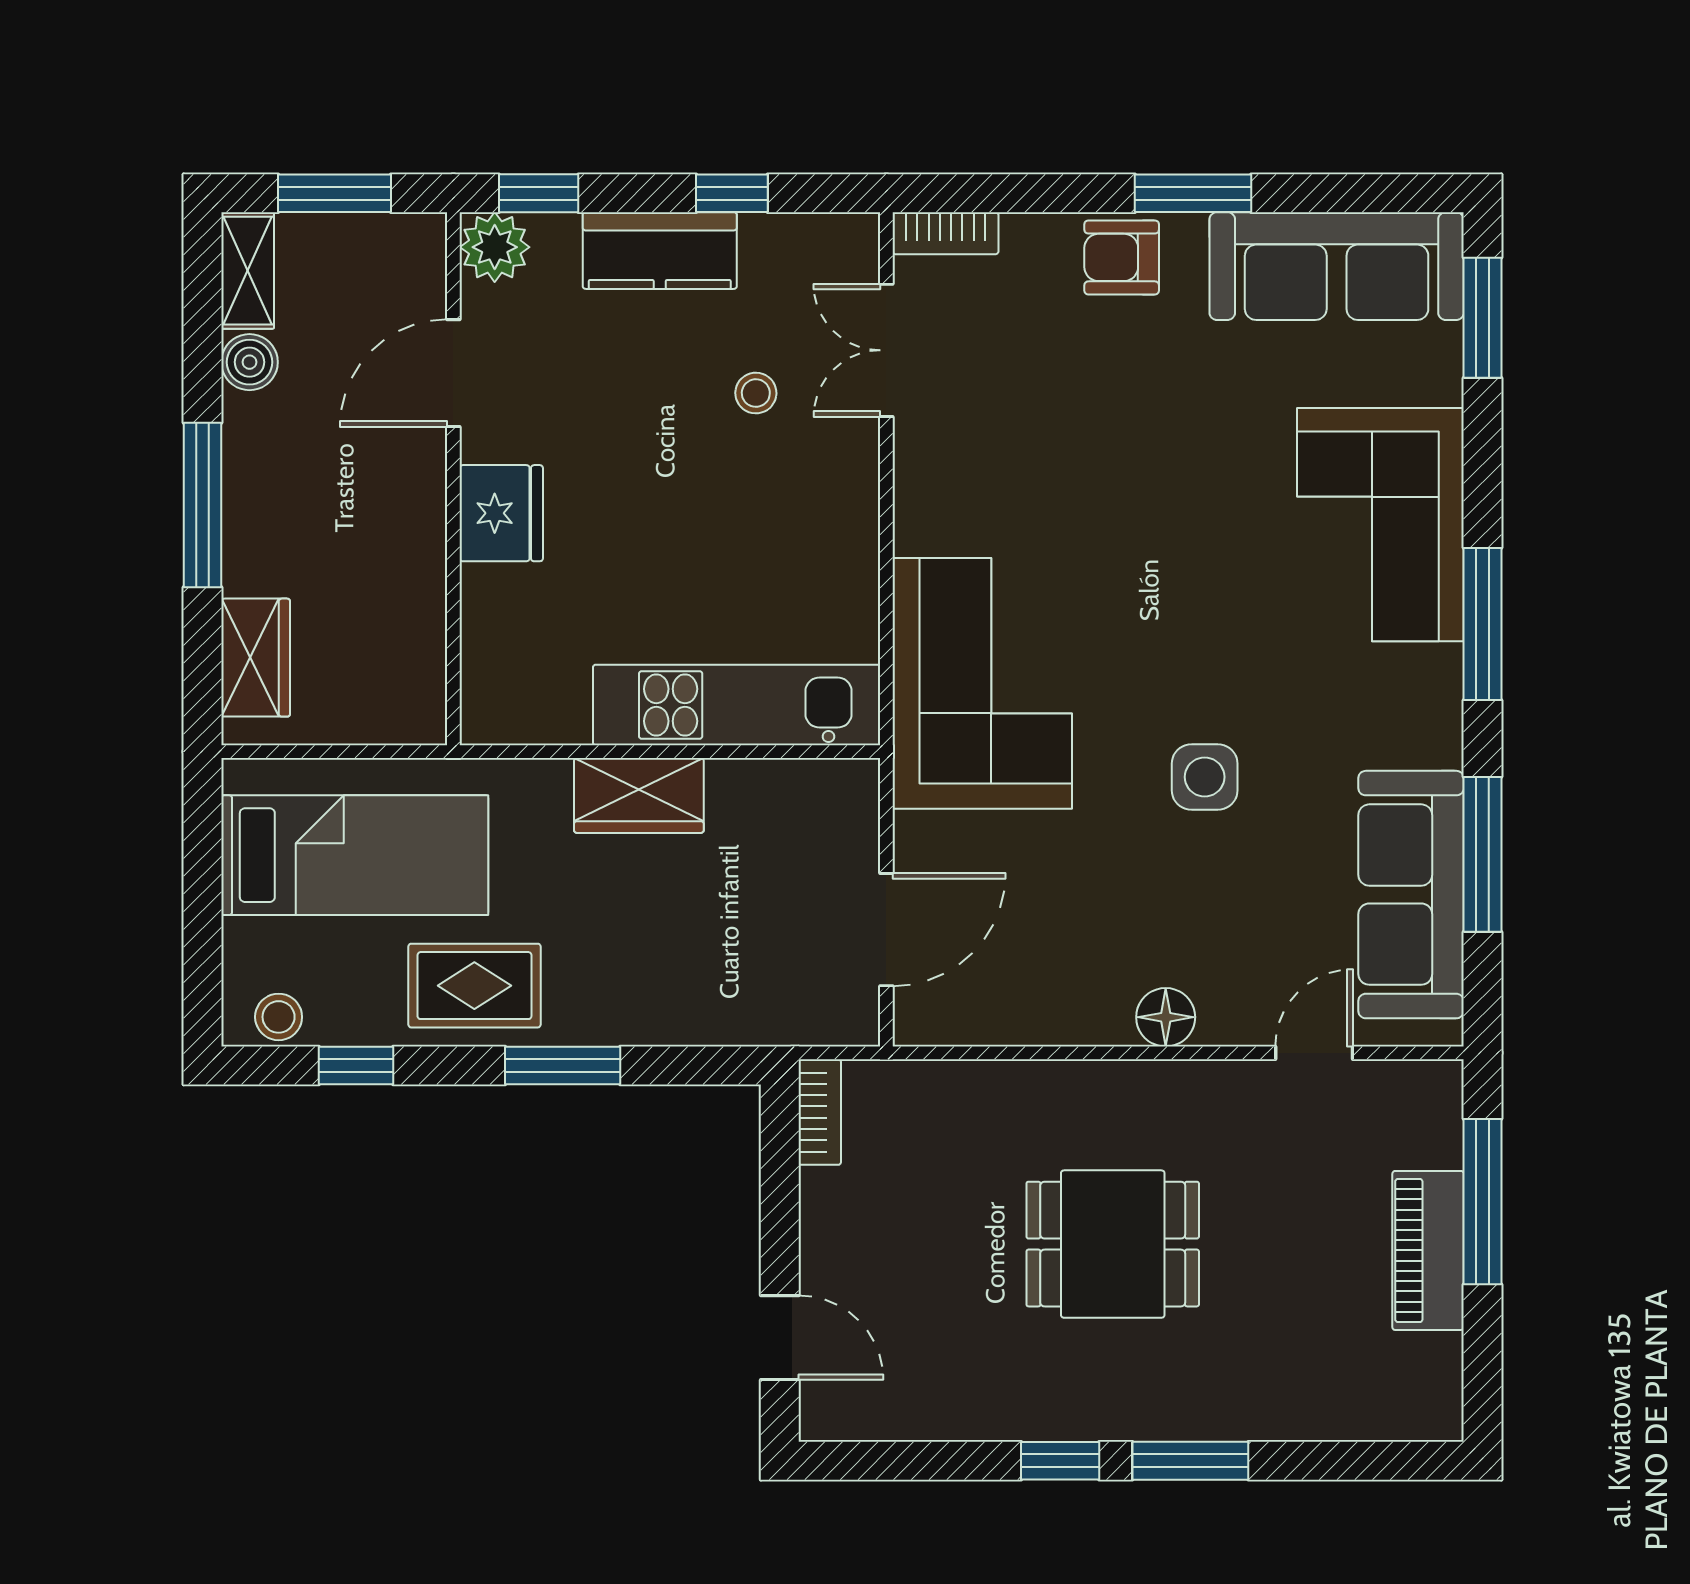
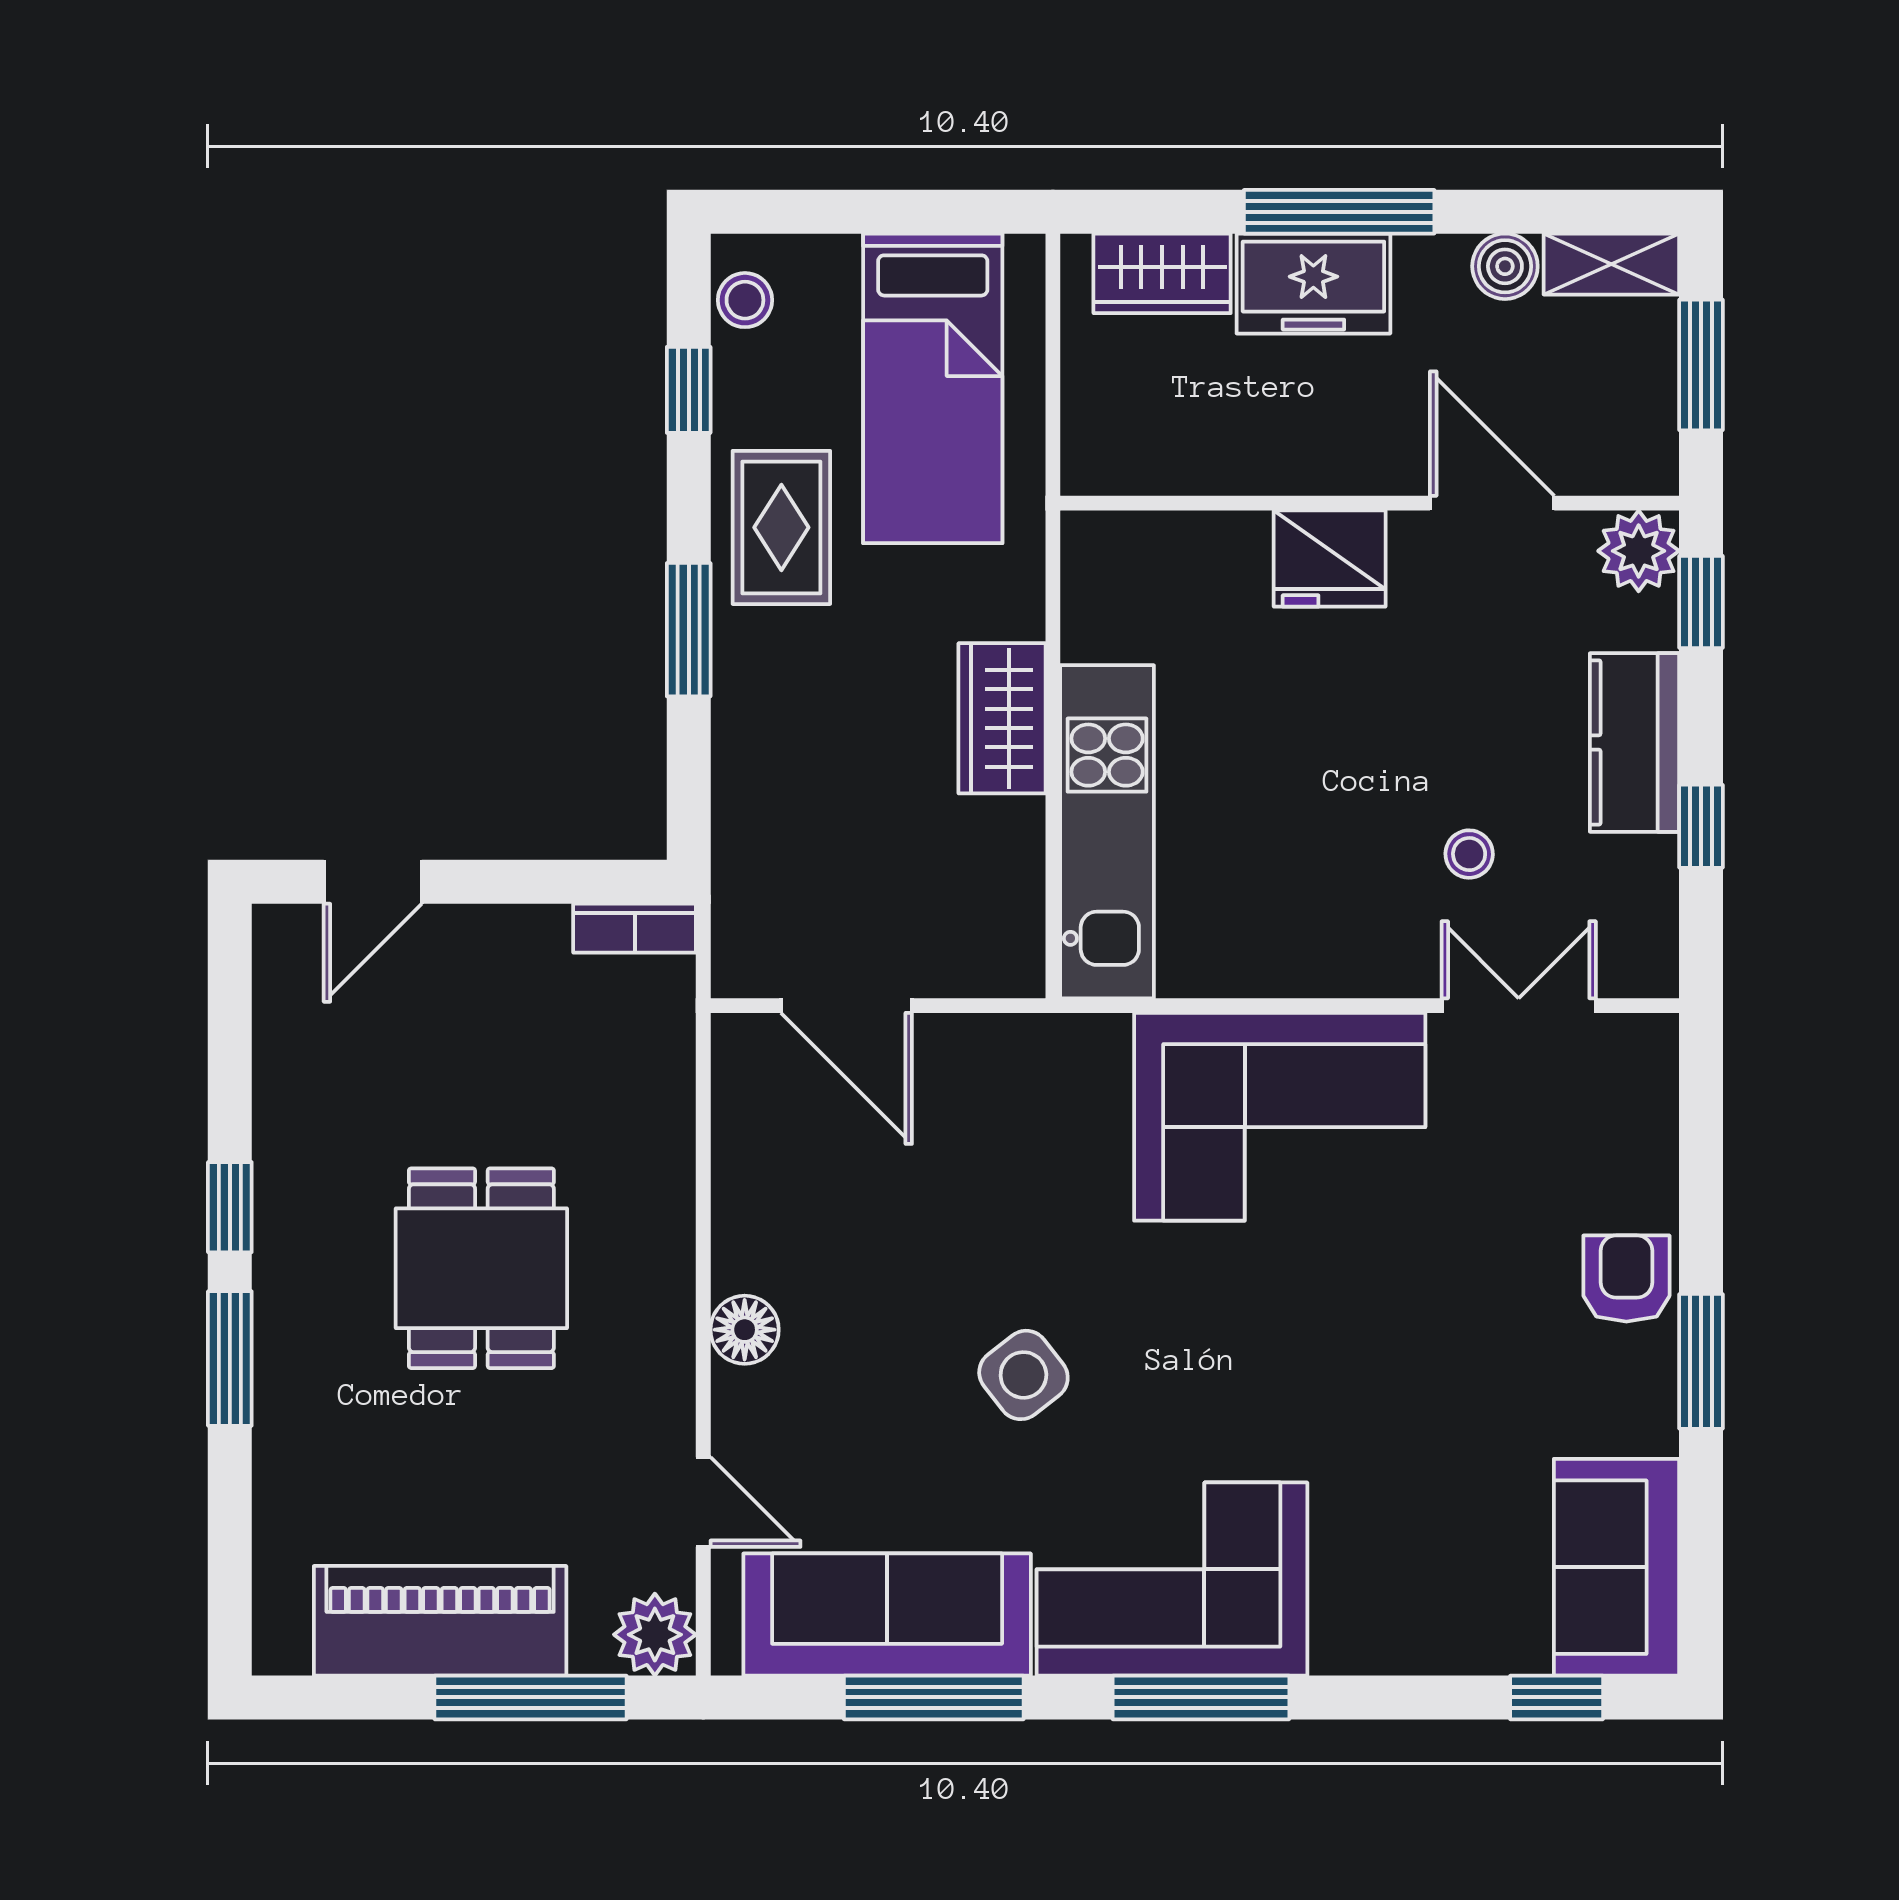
bookcase: (946, 233) -> (1655, 1074), removed
sofa: (1337, 266) -> (1616, 1567), width x0.73
window: (1483, 318) -> (1557, 1697), width x0.67
corner sofa: (1380, 525) -> (1172, 1579), moved
freezer: (264, 527) -> (1313, 284), added
corner sofa: (982, 683) -> (1280, 1117), moved
side table: (1205, 777) -> (1023, 1375), turned -38
plant: (1428, 1095) -> (655, 1635), added
piano: (1428, 1250) -> (440, 1621), width x1.37, depth x1.33

